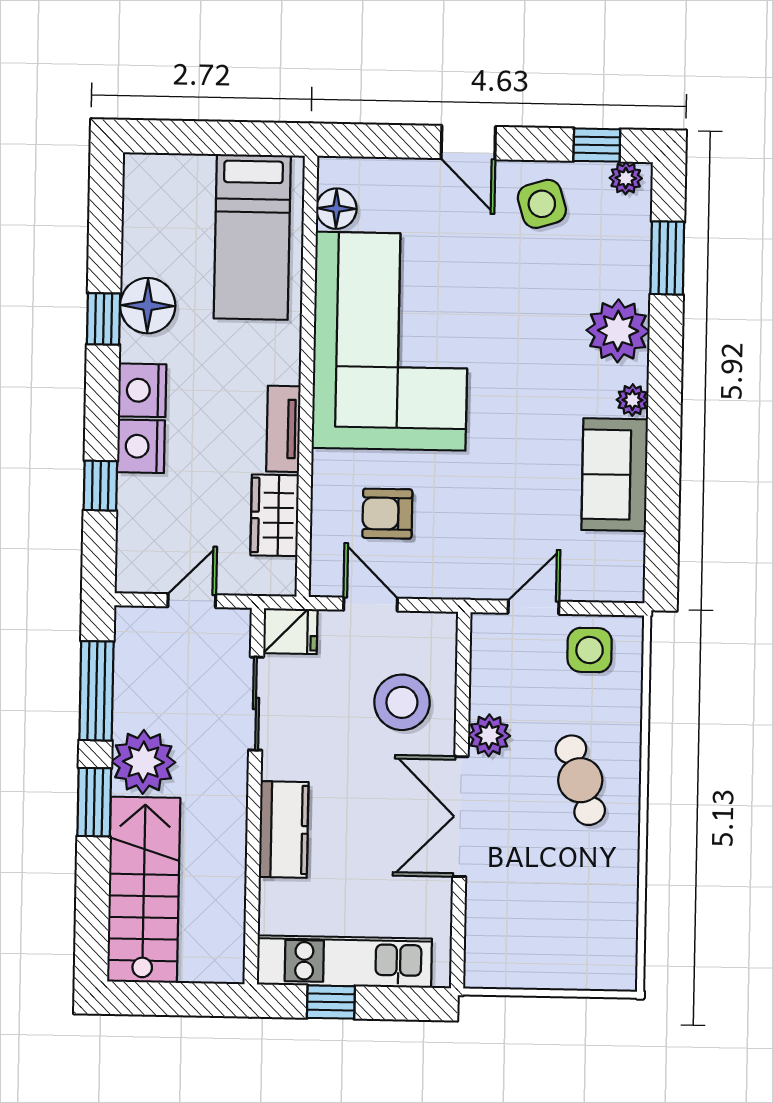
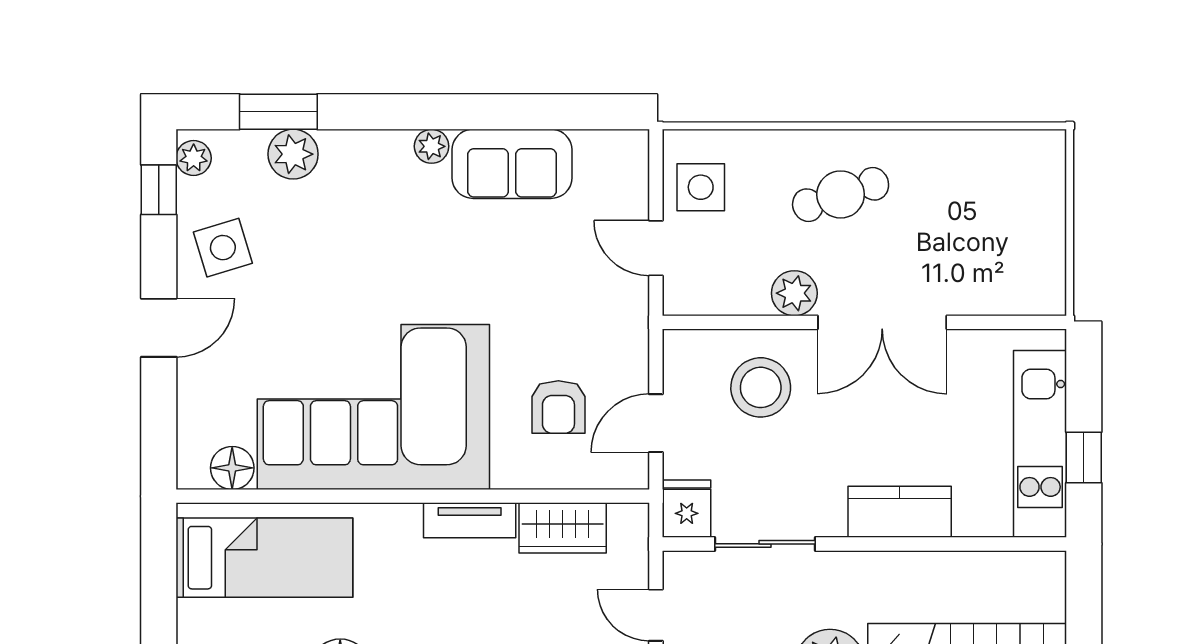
plant: (618, 331) -> (293, 154), moved, width x0.73, depth x0.73

